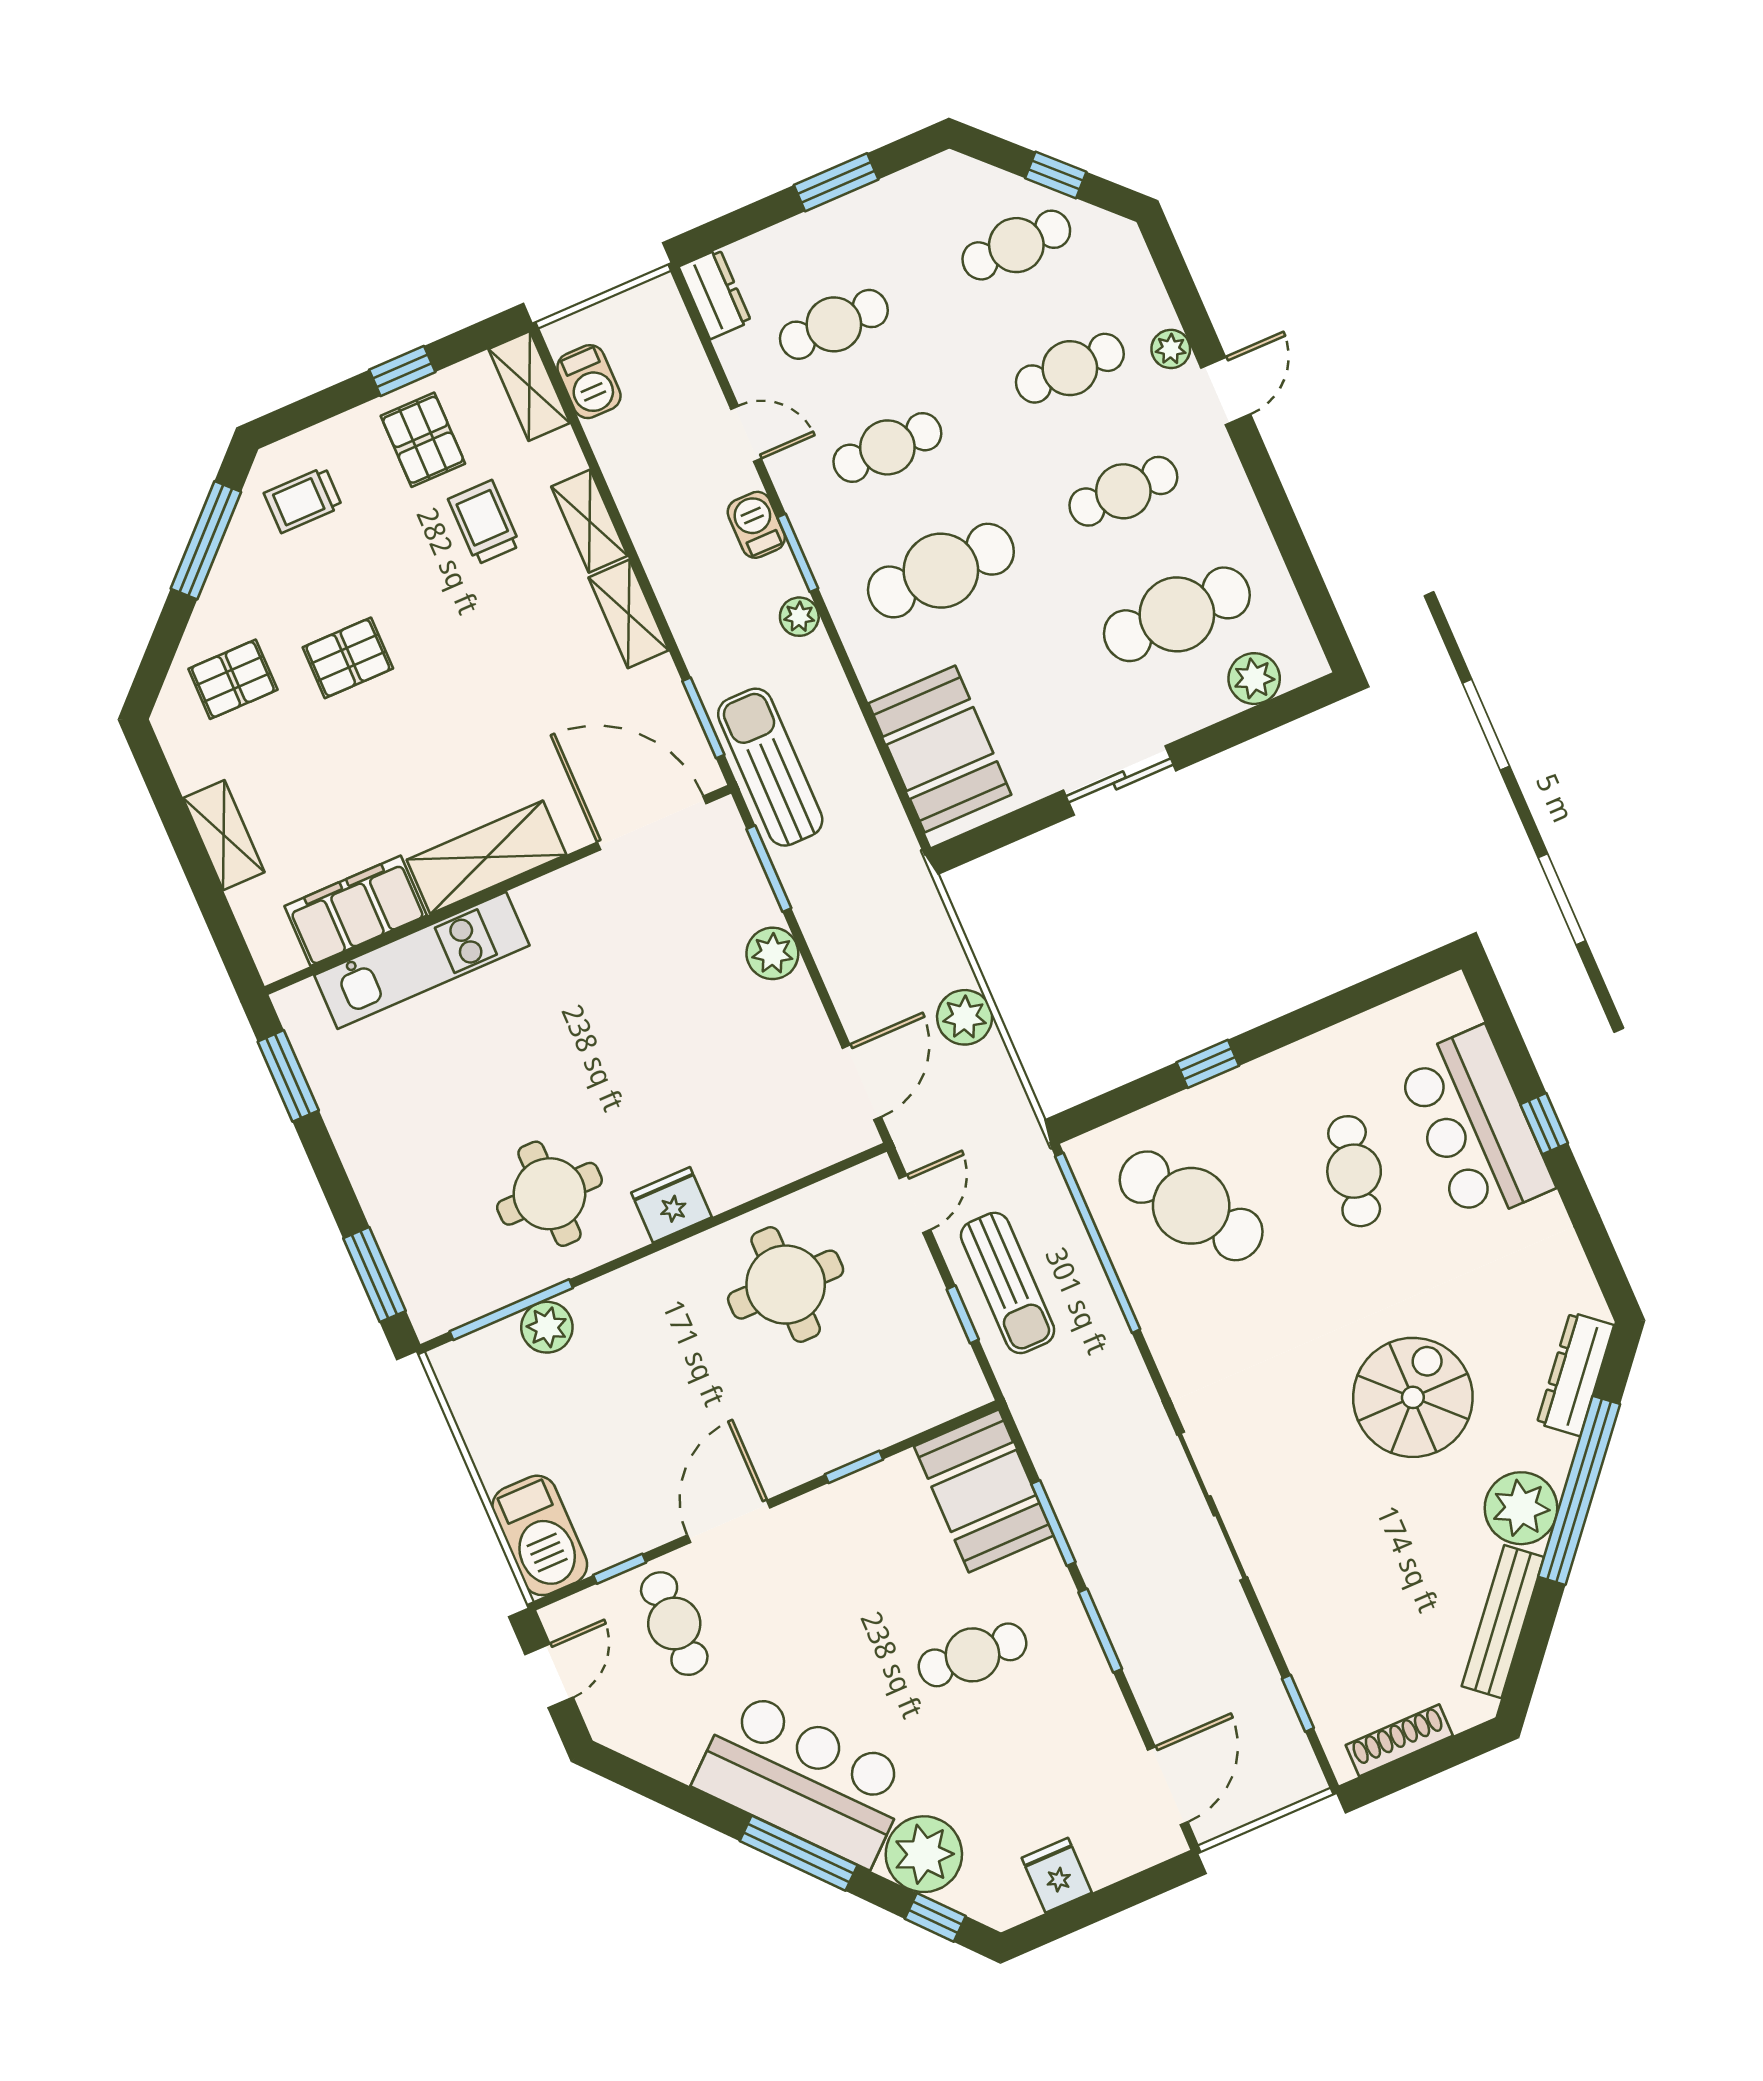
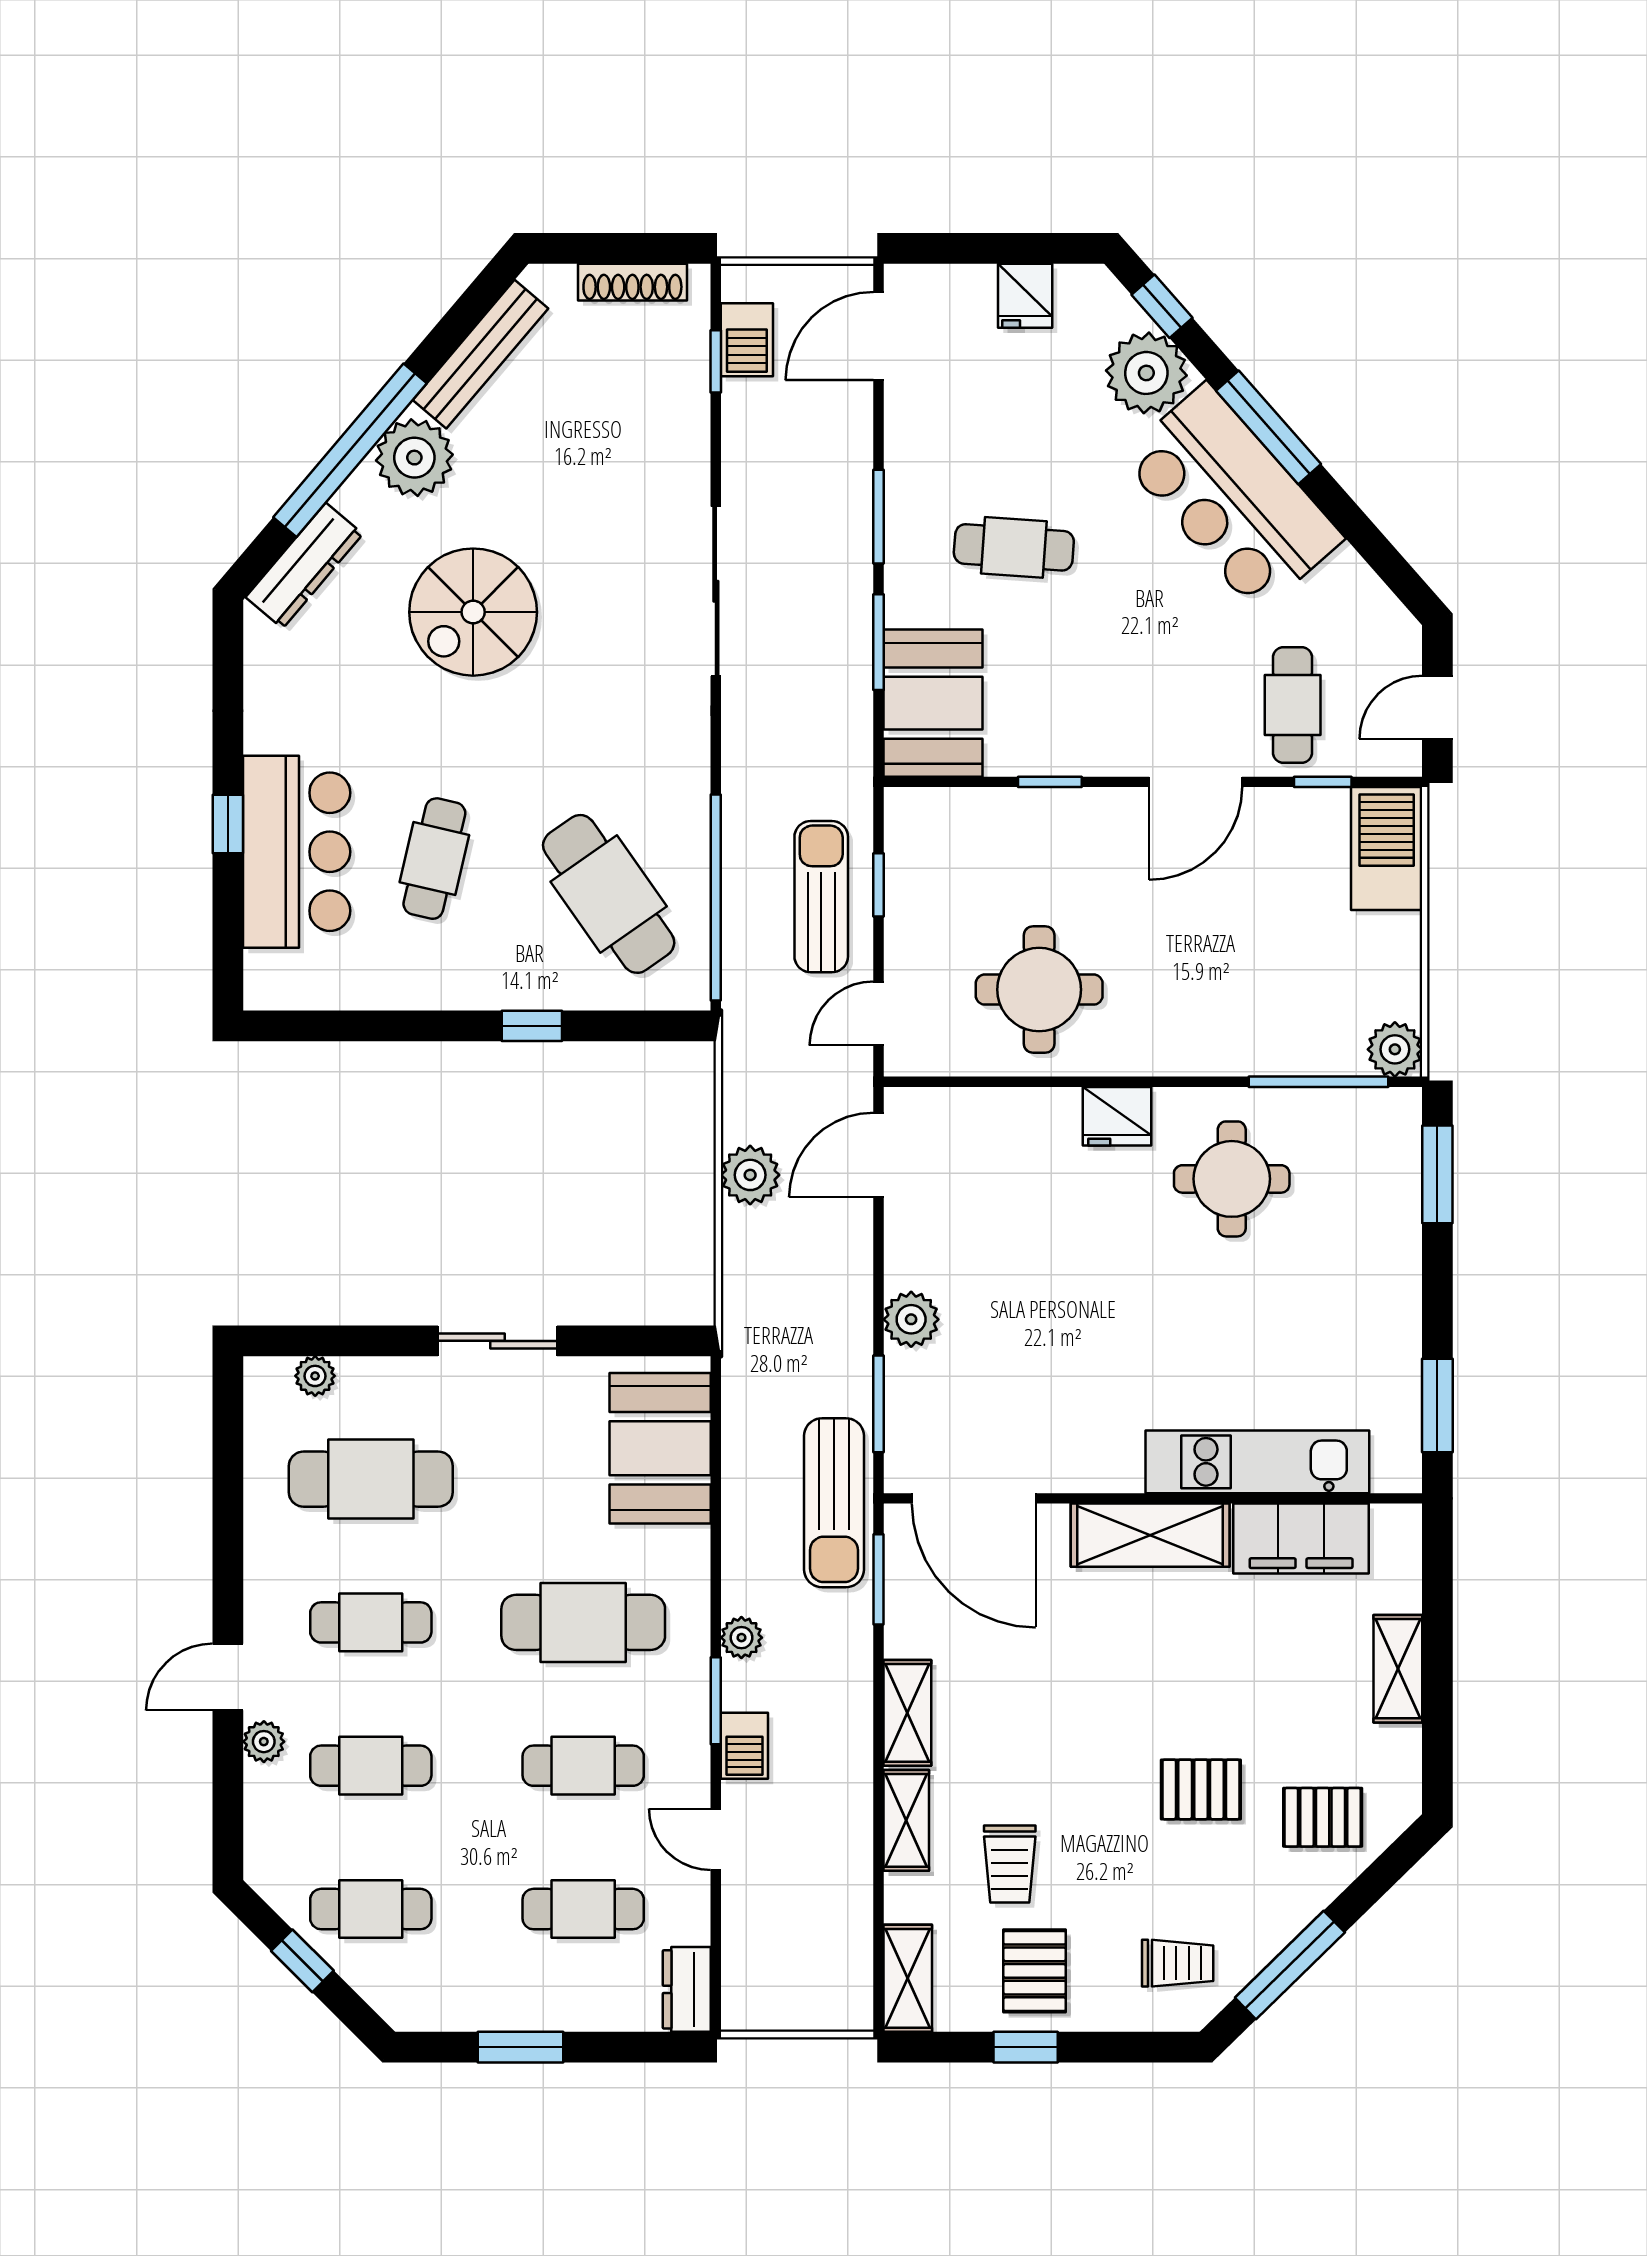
barbecue: (589, 382) -> (747, 340), moved, turned 180
plant: (1254, 679) -> (315, 1376), width x0.73, depth x0.73
plant: (547, 1327) -> (1395, 1049), moved

